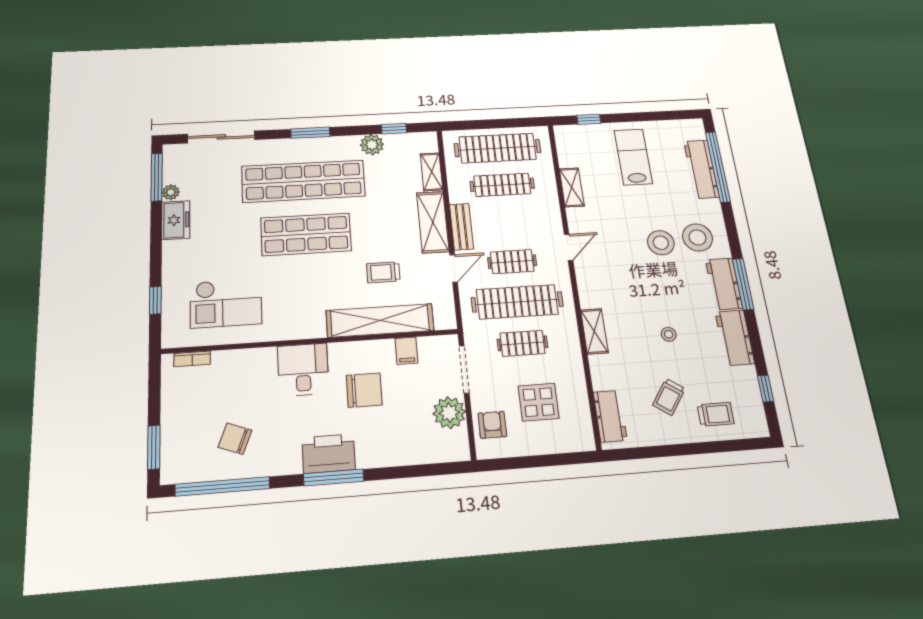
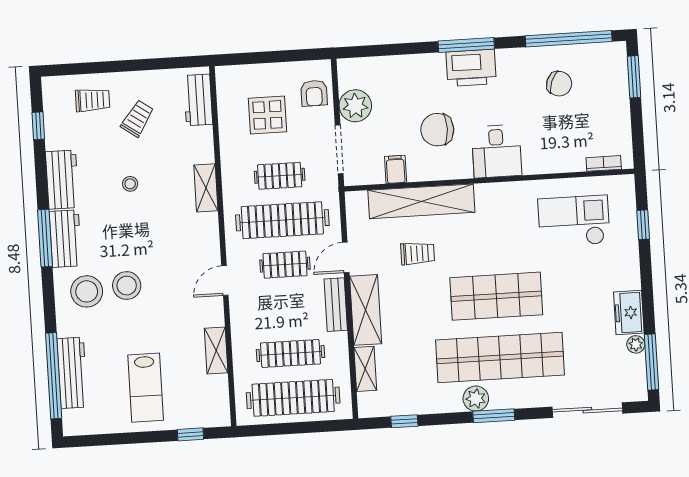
plant: (372, 145) -> (476, 399), moved
trolley: (716, 414) -> (93, 100), turned 180

